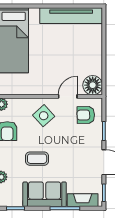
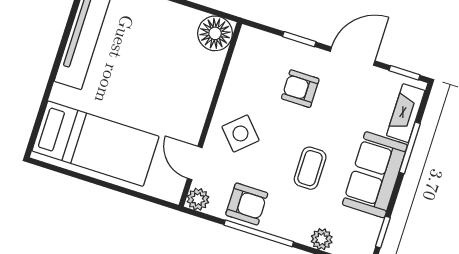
door: (68, 96) -> (195, 163), moved
armchair: (86, 115) -> (300, 89), moved, turned 91

